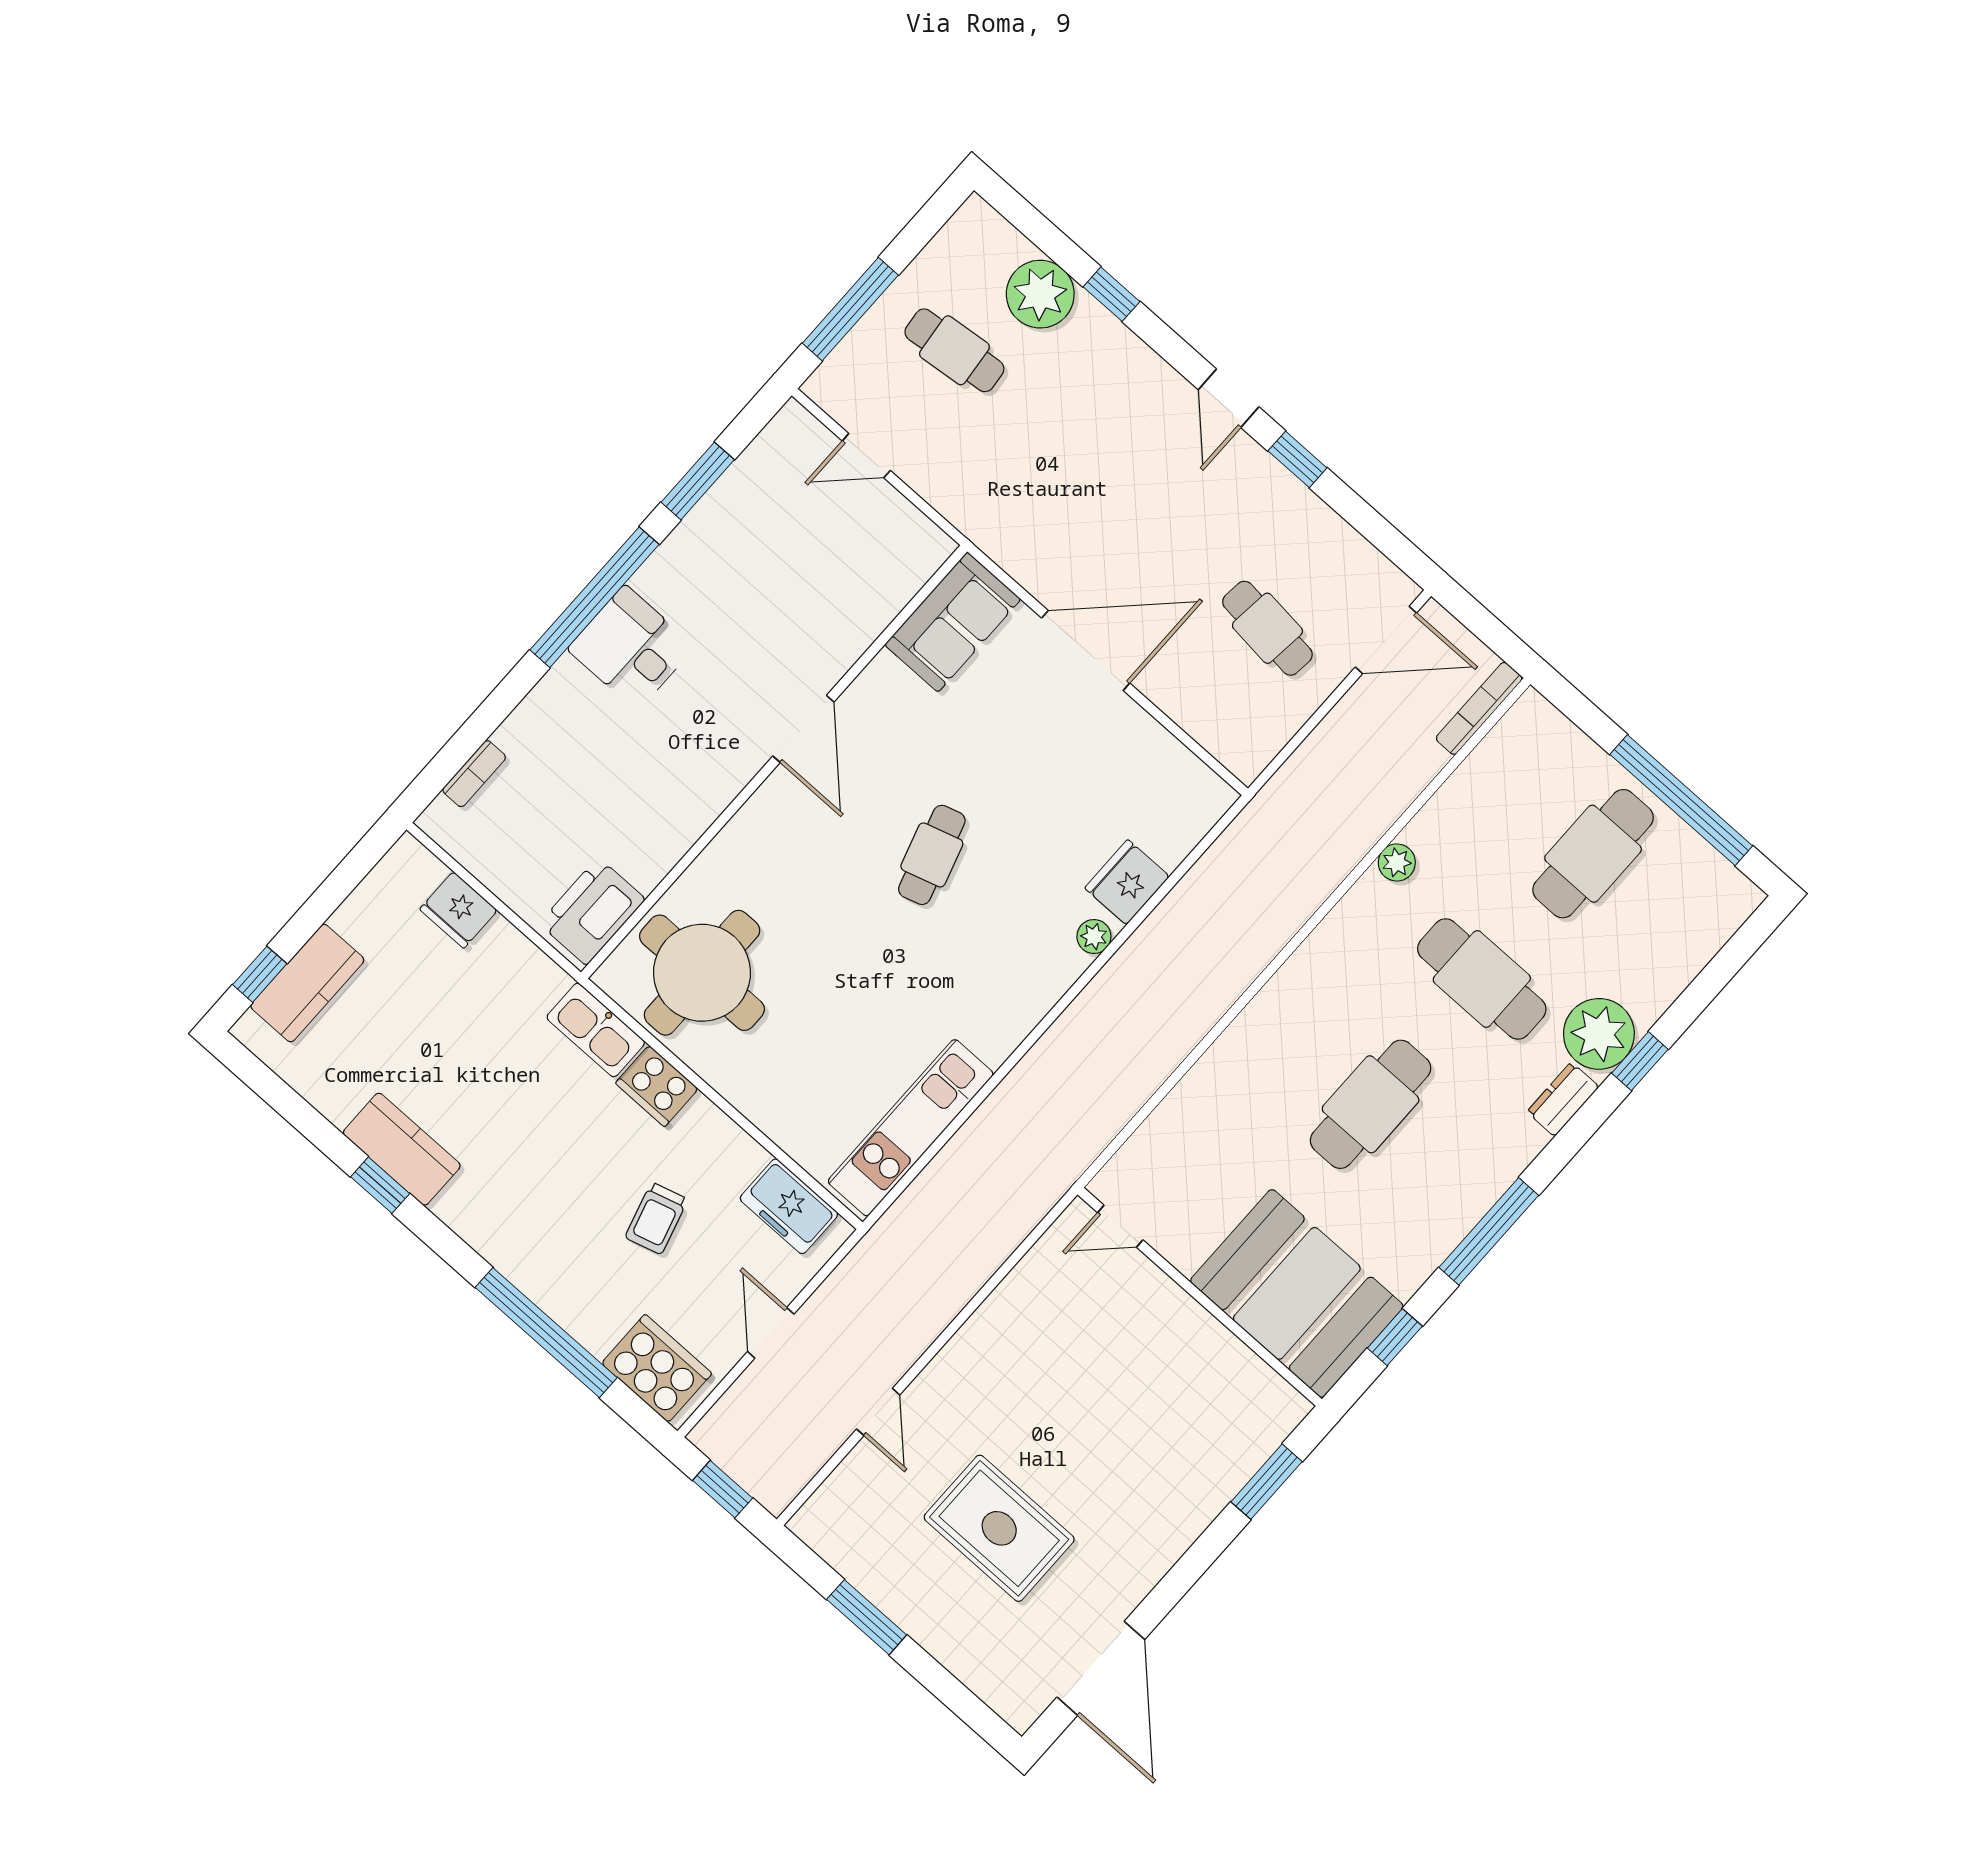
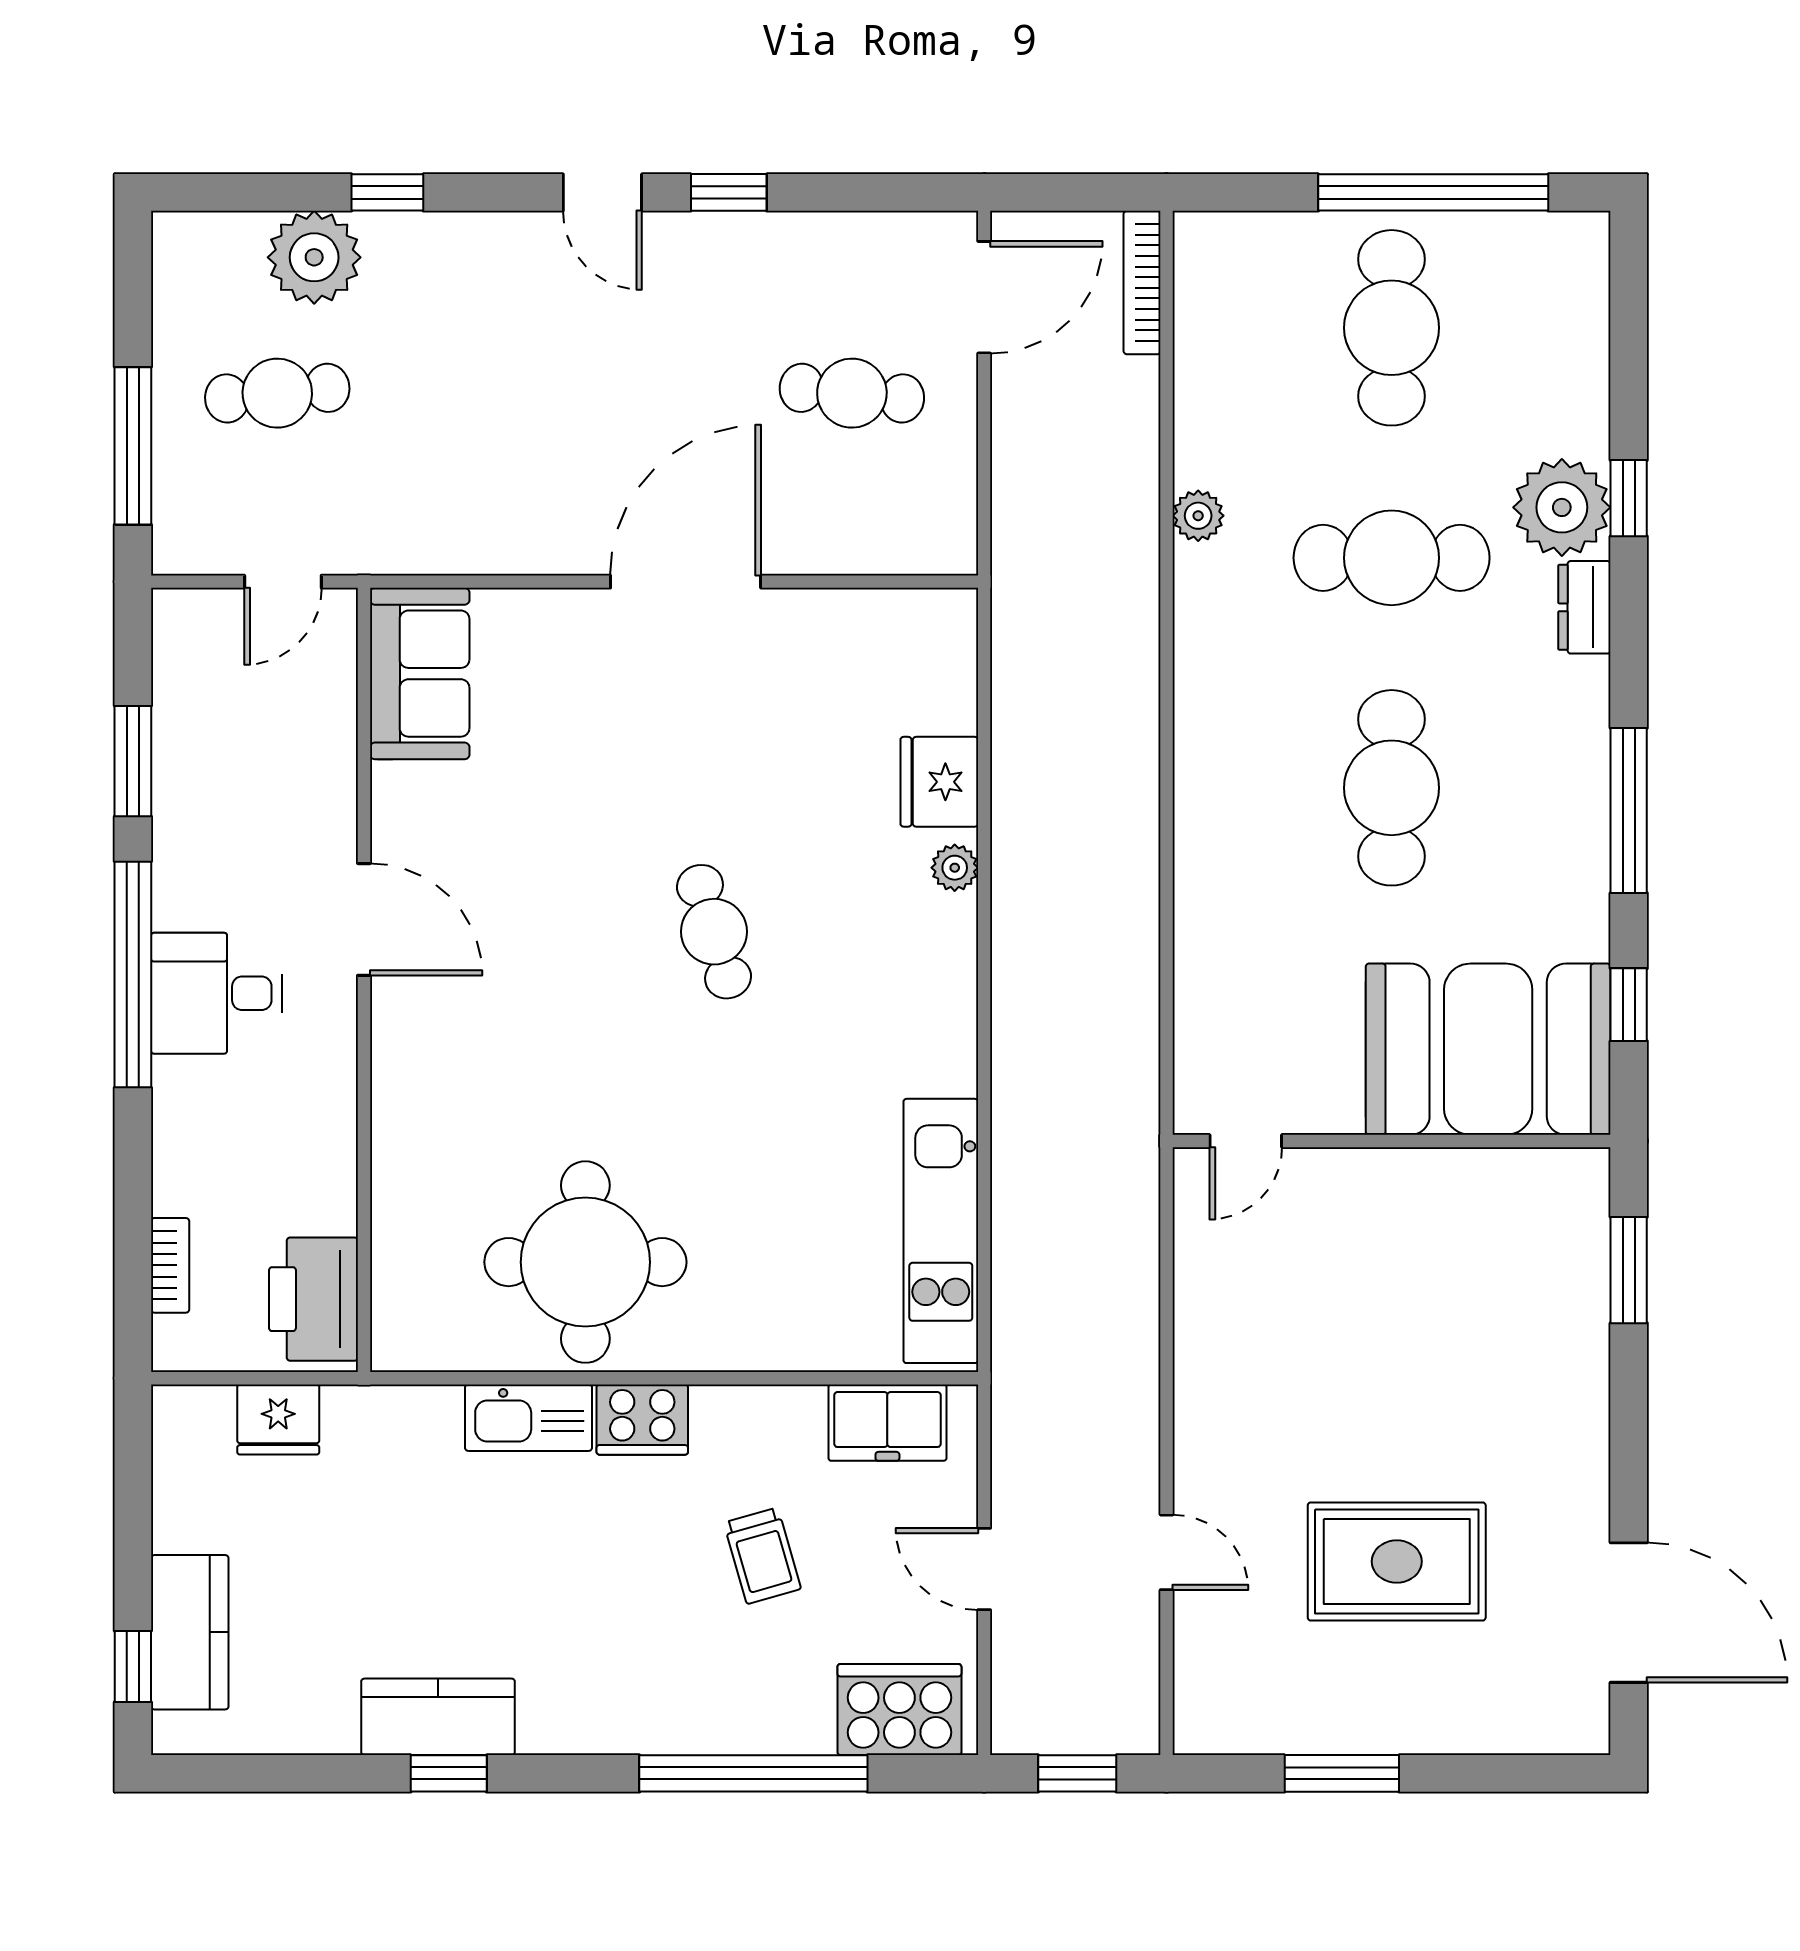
sofa: (953, 622) -> (420, 674), moved
door: (803, 729) -> (364, 919), moved
wall: (774, 762) -> (364, 980), moved
printer: (592, 911) -> (314, 1299), moved

